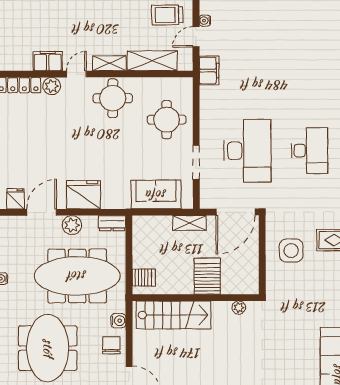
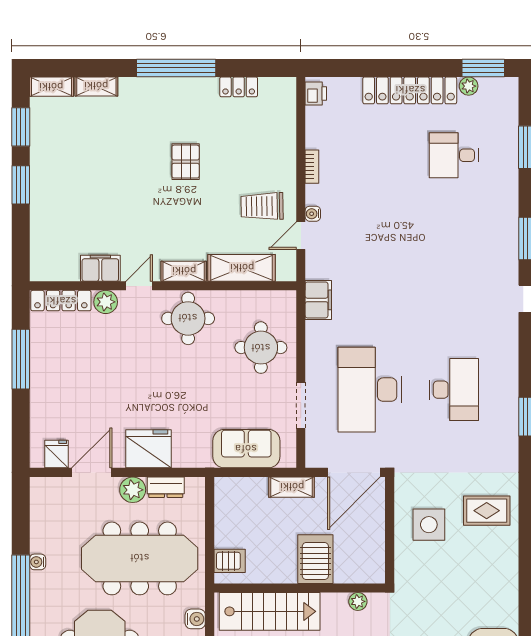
filing cabinet: (209, 71) -> (318, 300), moved
desk: (247, 151) -> (370, 390), turned 180
dresser: (112, 223) -> (166, 487), moved

